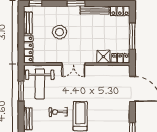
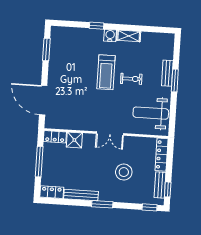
window: (21, 20) -> (168, 189), added
double door: (73, 64) -> (110, 134), swing flipped
weight bench: (40, 84) -> (151, 113), turned -90
window: (21, 91) -> (175, 81), moved

